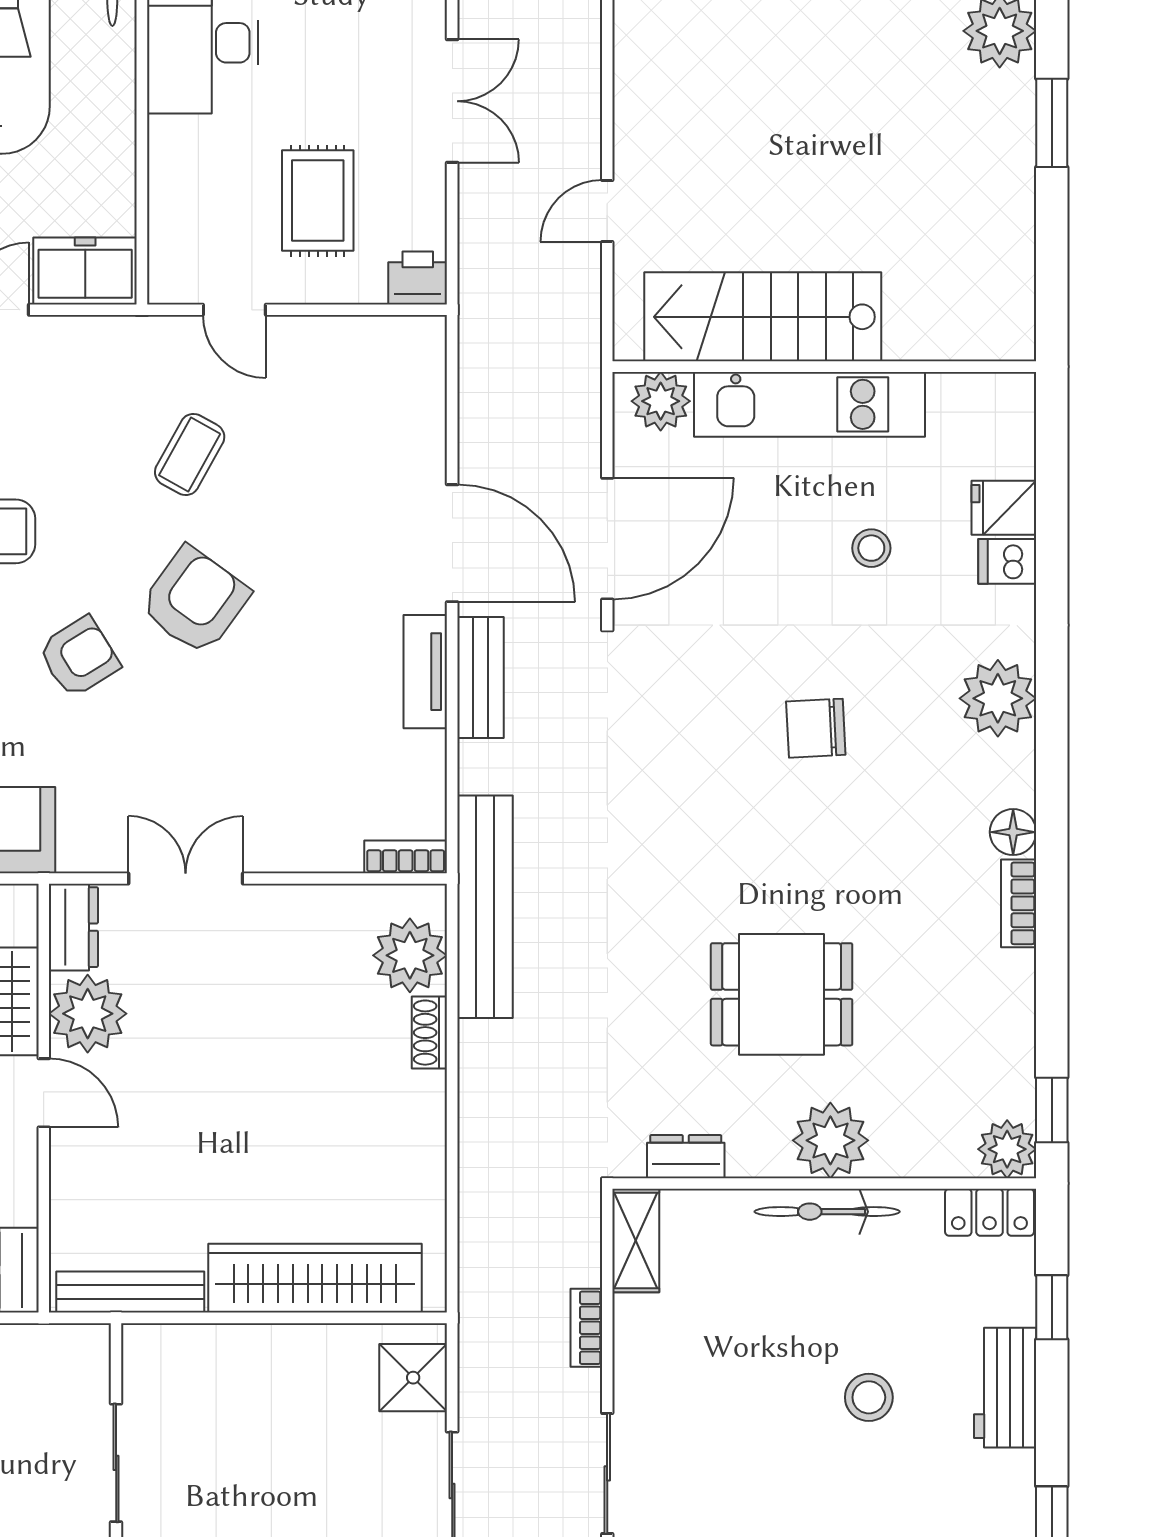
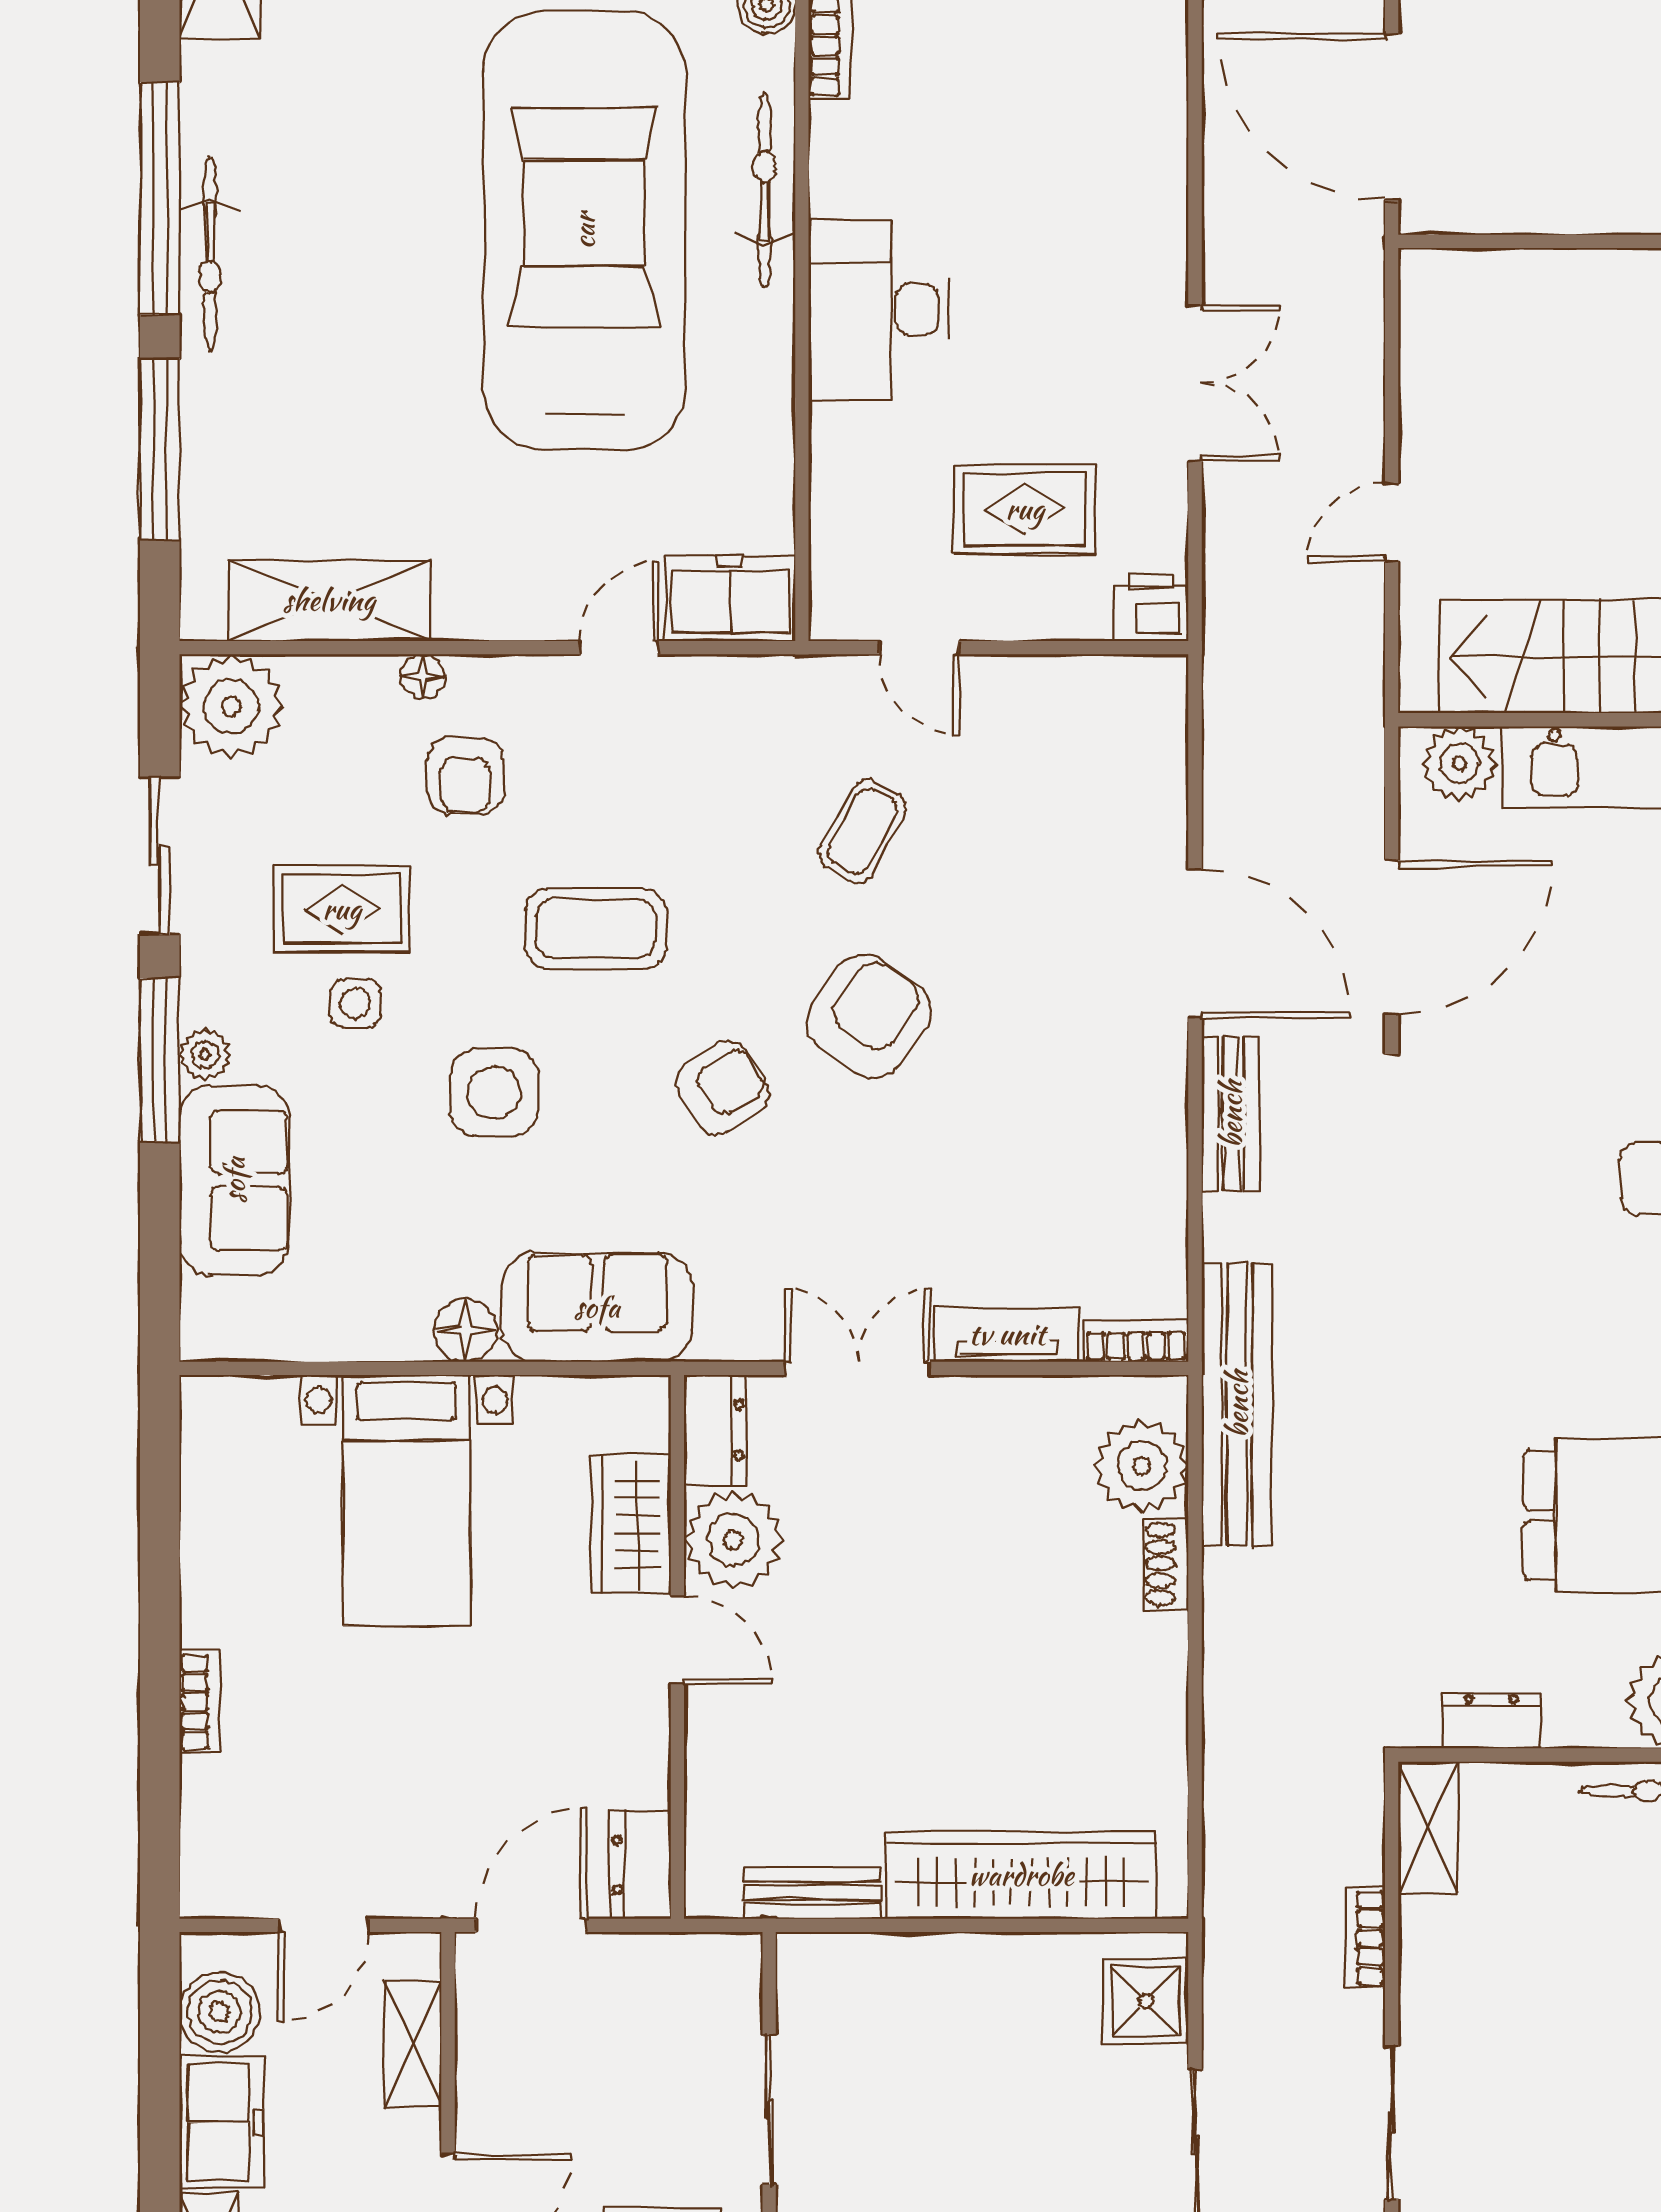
rug: (318, 201) -> (1025, 509), turned 90
tv unit: (425, 672) -> (1007, 1334), moved, turned 90
bench: (130, 1292) -> (812, 1893), width x0.73

